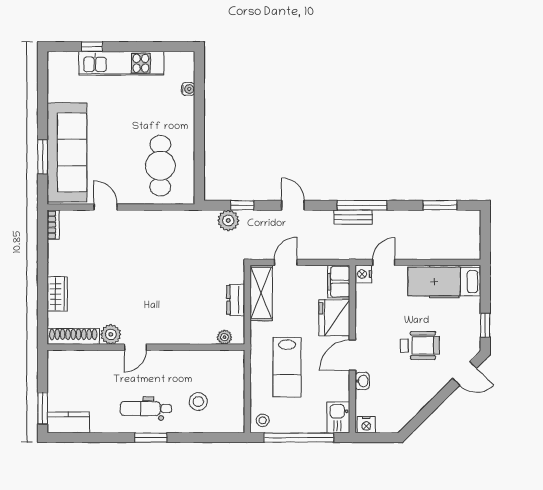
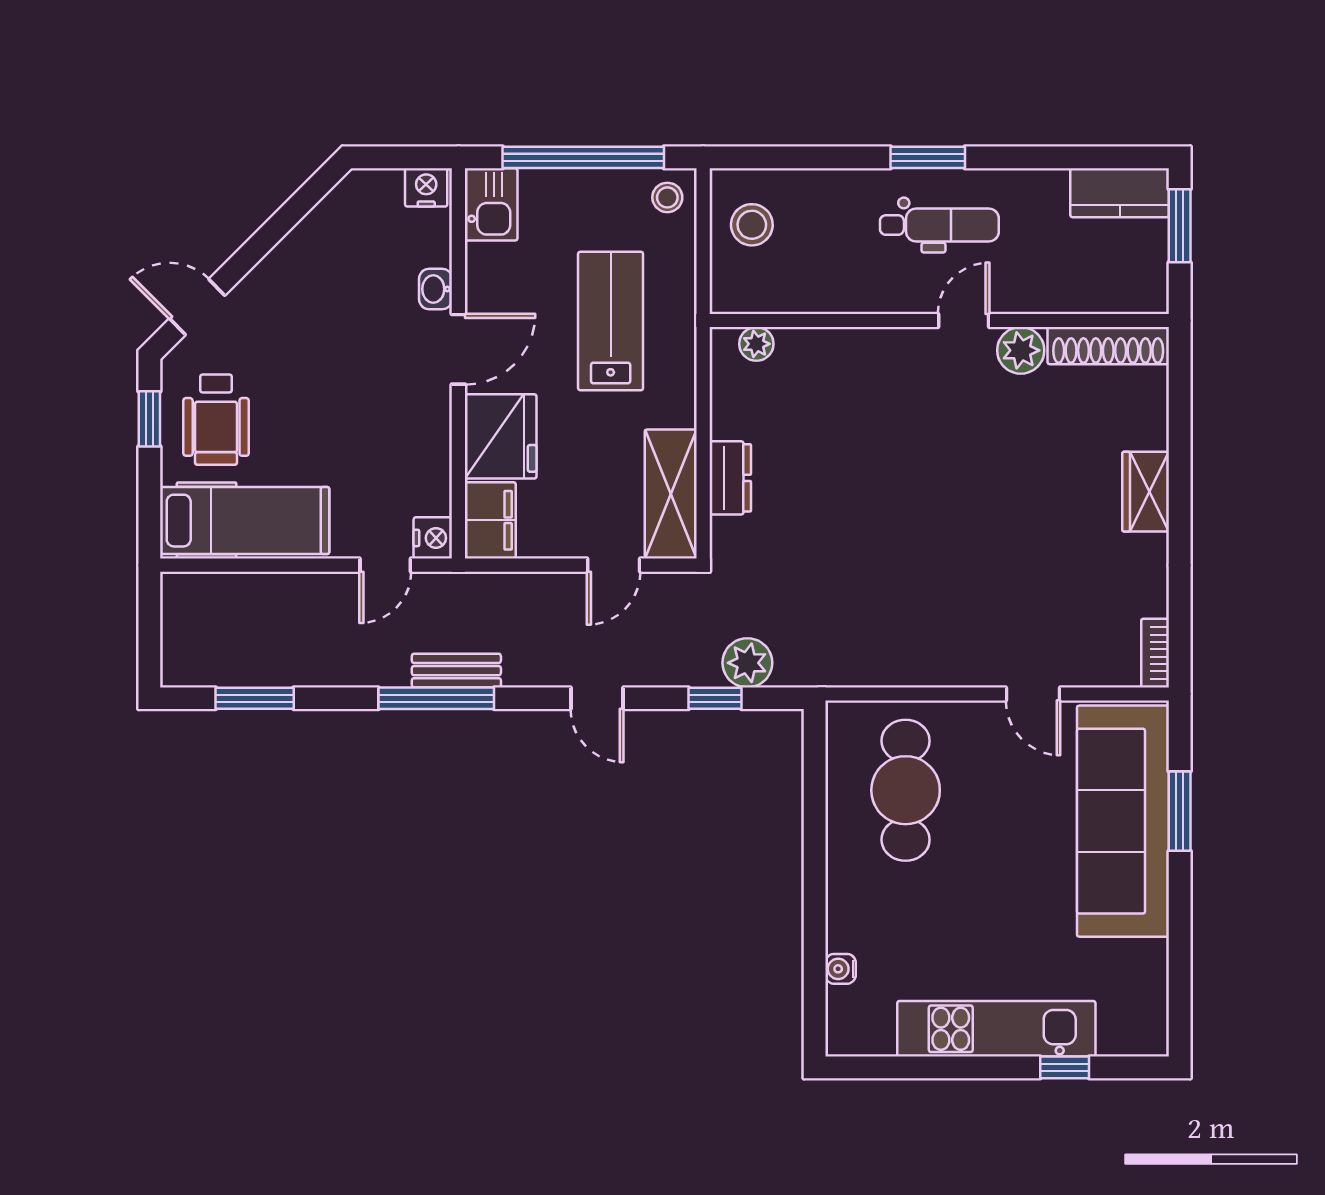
plant: (111, 334) -> (1021, 350), moved
shoe rack: (73, 336) -> (1108, 346), moved
plant: (224, 337) -> (756, 344), moved
wheelchair: (420, 345) -> (216, 420), moved, turned -90
door: (135, 347) -> (964, 320), moved
wall: (146, 347) -> (939, 320), moved
stool: (198, 402) -> (752, 225), moved

